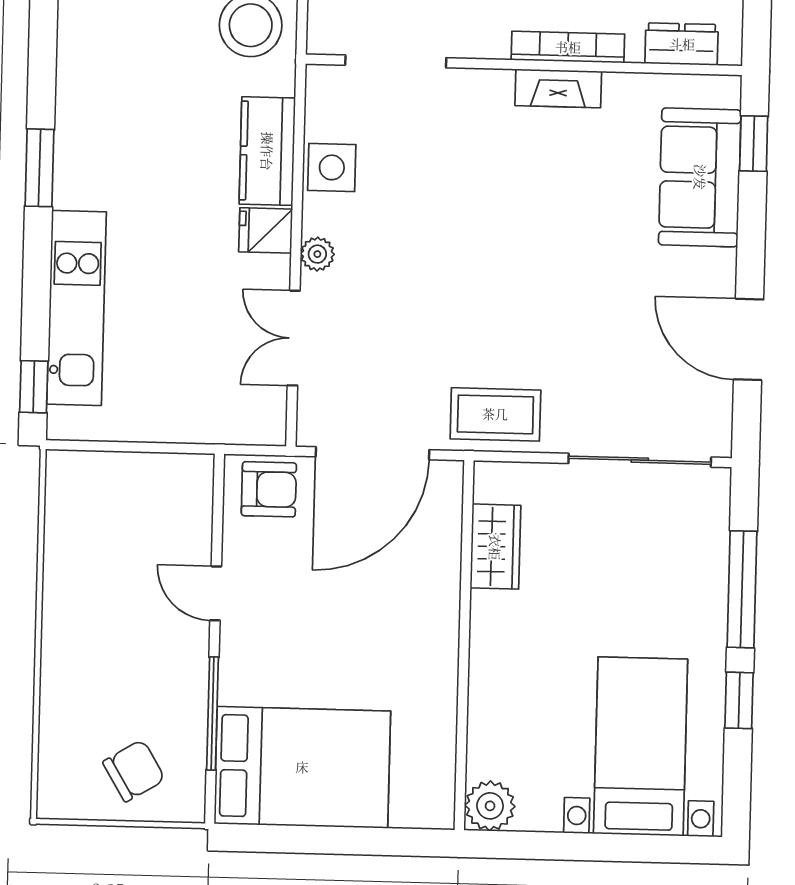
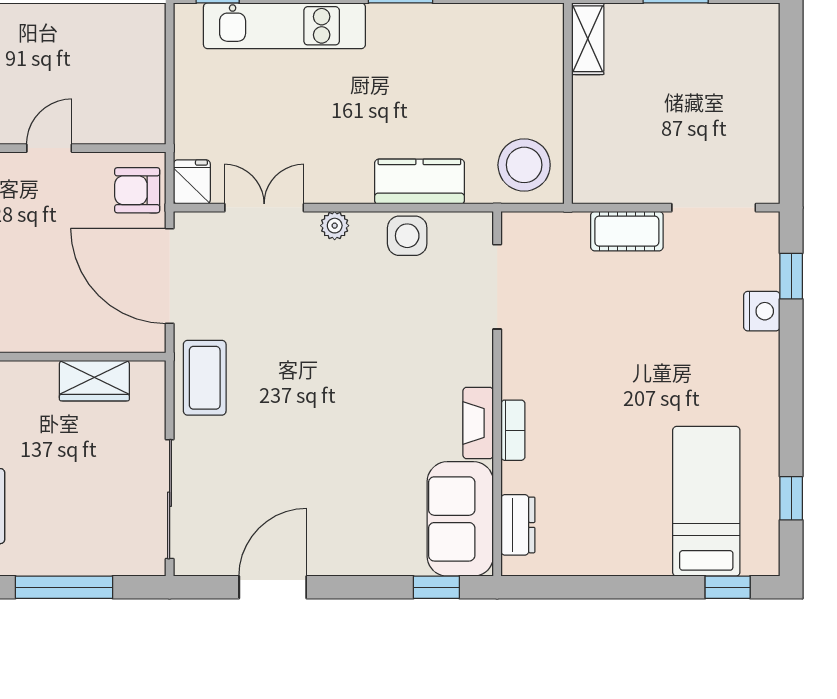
bookcase: (568, 47) -> (513, 430), width x0.64
sofa: (700, 177) -> (460, 519), moved, turned -90
fridge: (266, 230) -> (192, 182), moved
armchair: (269, 489) -> (137, 190), turned 90

